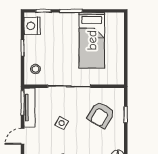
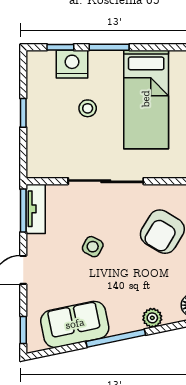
nightstand: (32, 26) -> (72, 64), moved, turned 90
stool: (35, 69) -> (88, 108), moved
tv unit: (29, 108) -> (36, 209), width x0.71

